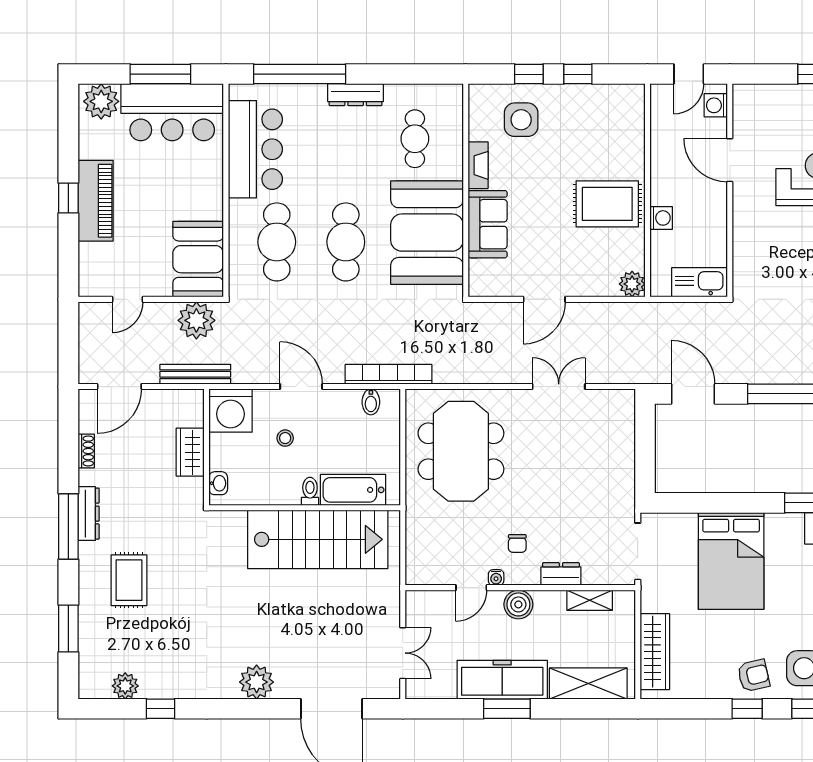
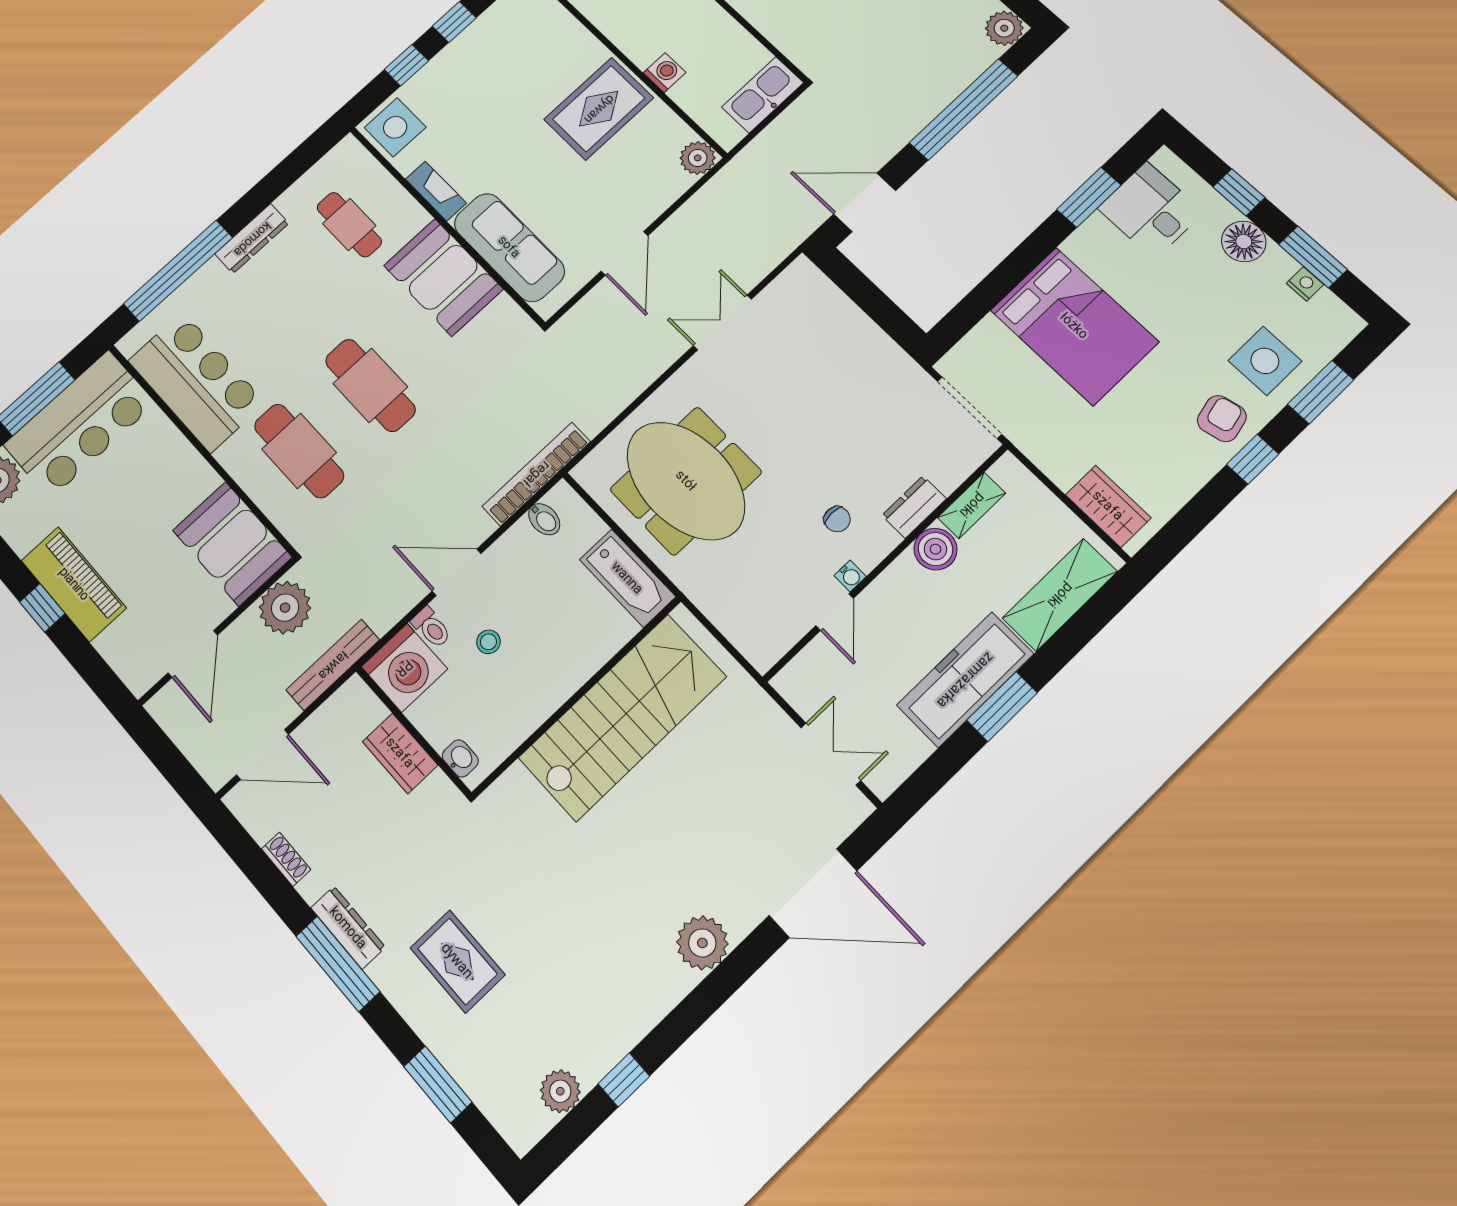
side table: (521, 120) -> (395, 127), moved
sofa: (488, 224) -> (509, 247), width x1.36
booth: (427, 233) -> (443, 277), width x0.73, depth x0.70
door: (128, 299) -> (193, 654), width x1.38
door: (119, 387) -> (262, 755), hinge flipped
bathtub: (353, 490) -> (627, 578), moved, turned -90
toilet: (310, 491) -> (431, 628), moved, turned 180
boiler: (518, 604) -> (935, 549), moved
wardrobe: (655, 652) -> (1108, 506), width x0.67

